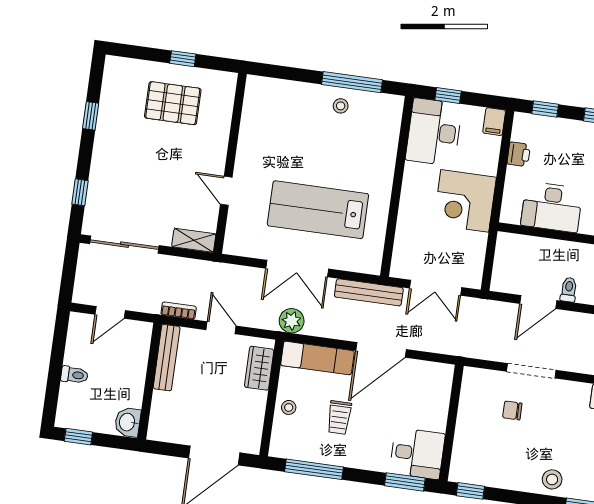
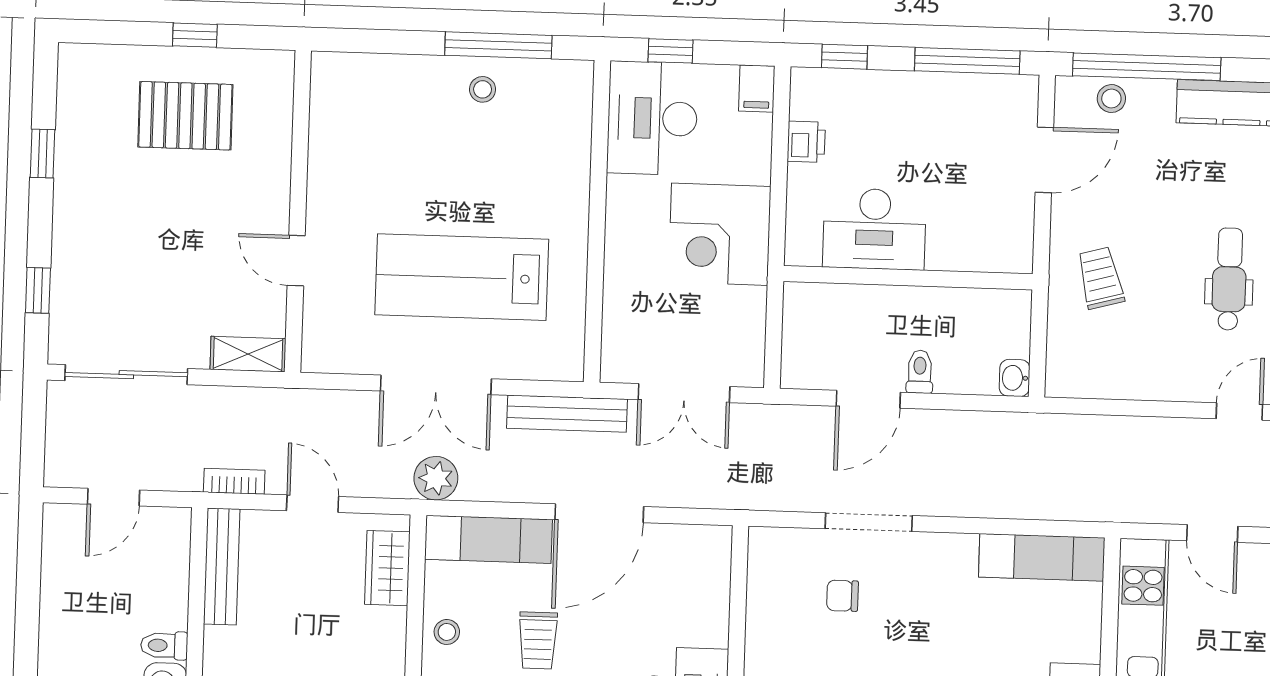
toilet: (74, 375) -> (164, 645), moved, turned 180

